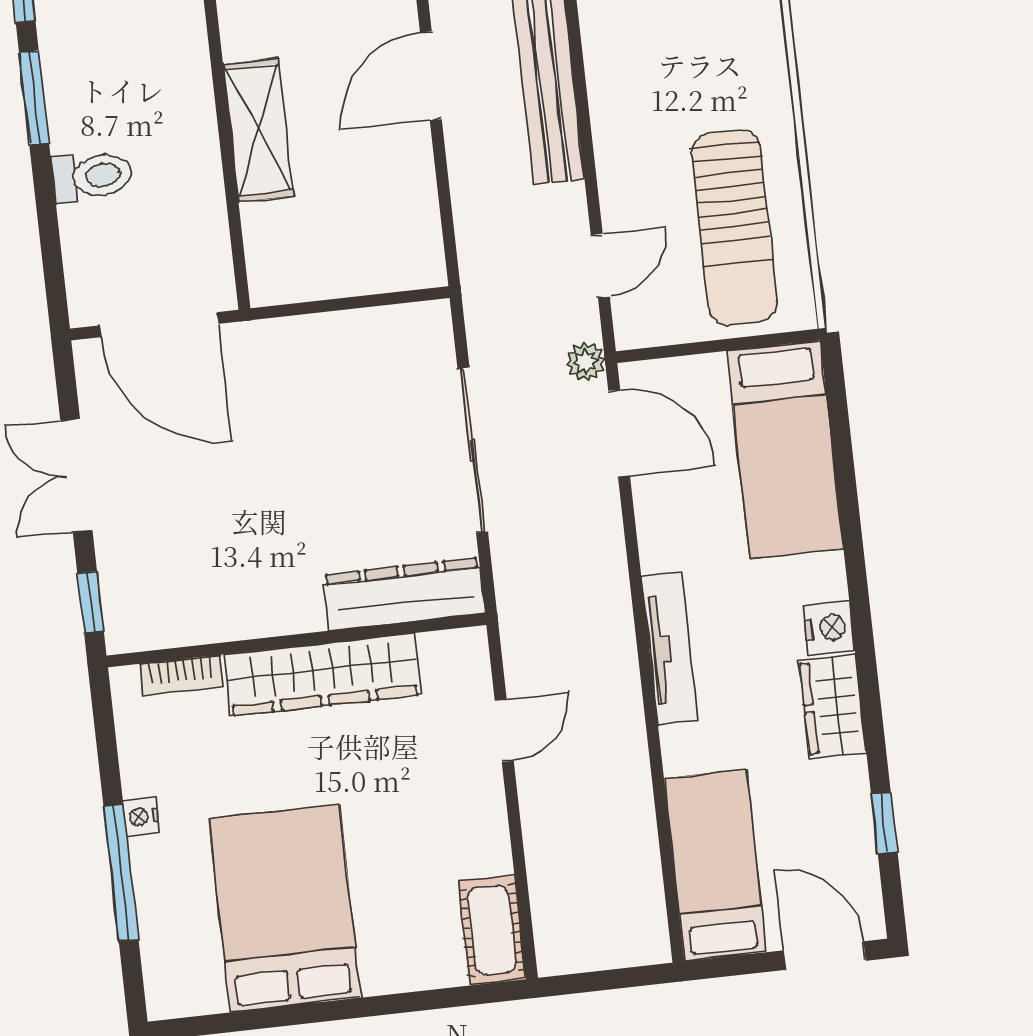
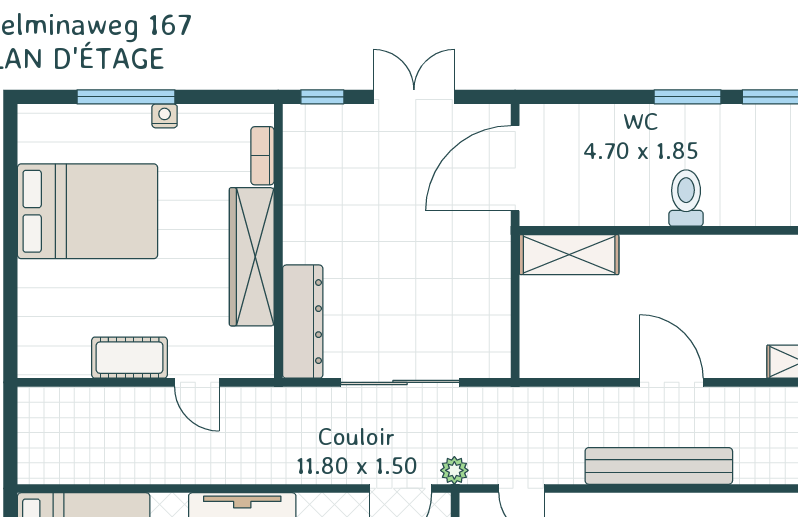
shelving: (258, 130) -> (569, 255), moved
toilet: (92, 176) -> (686, 198), moved, turned 180
cot: (492, 930) -> (130, 358), moved

